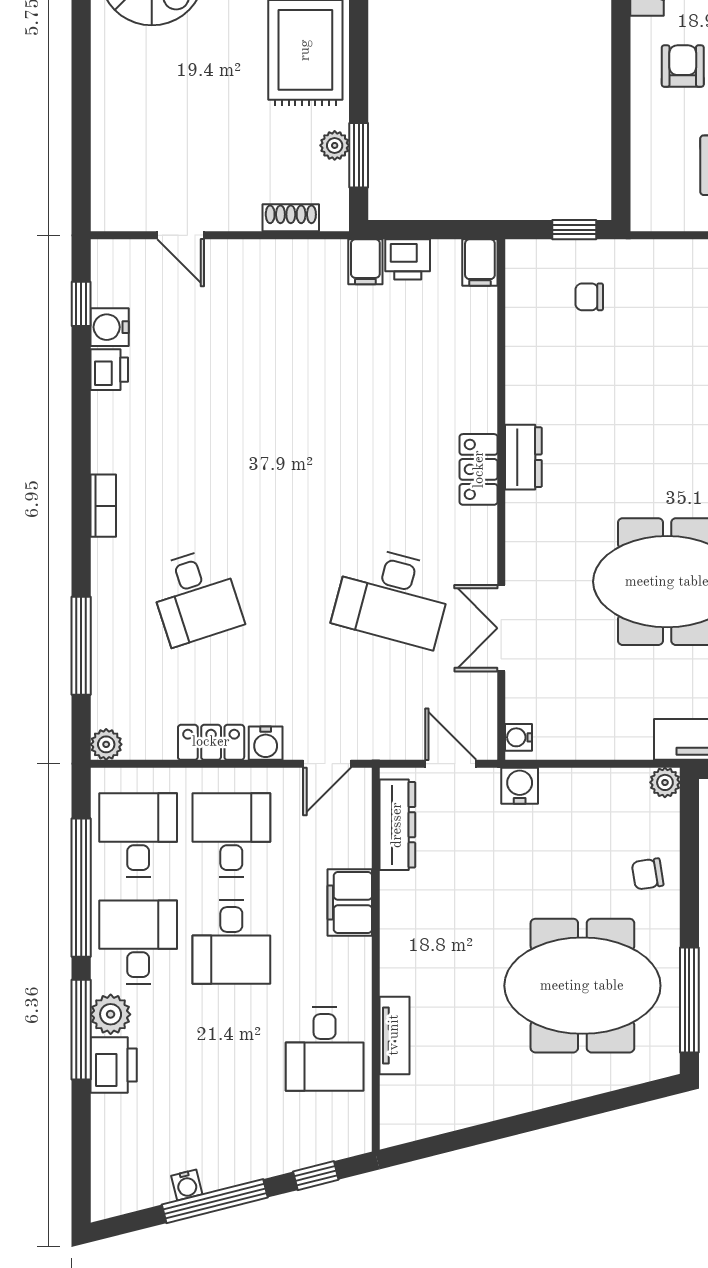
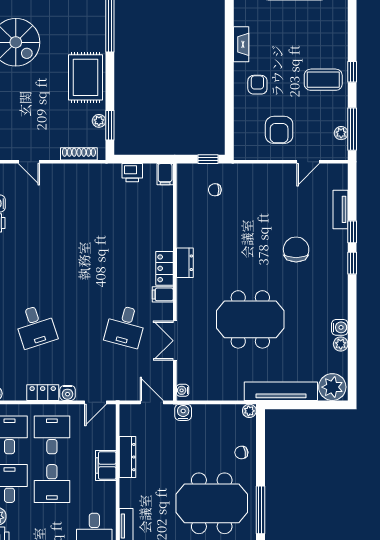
shoe rack: (291, 218) -> (79, 154), width x1.43
filing cabinet: (365, 262) -> (163, 294), moved, turned 90
desk: (392, 597) -> (125, 326), width x0.73
dresser: (397, 825) -> (127, 457), moved

